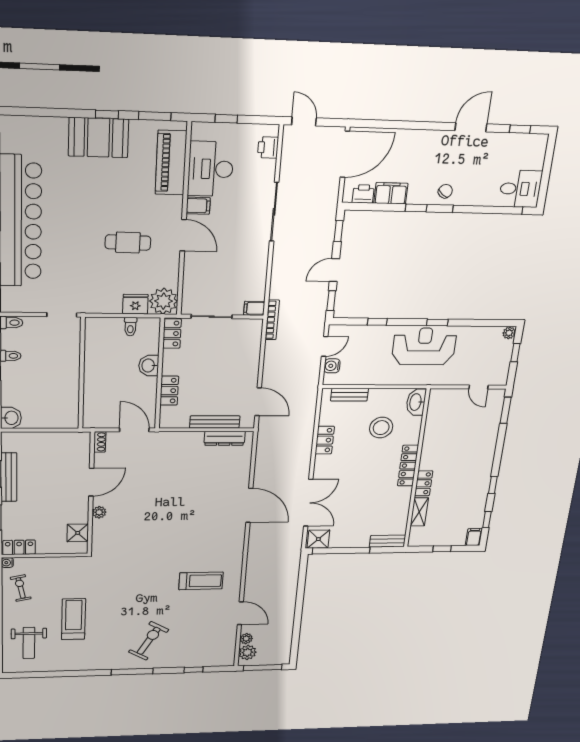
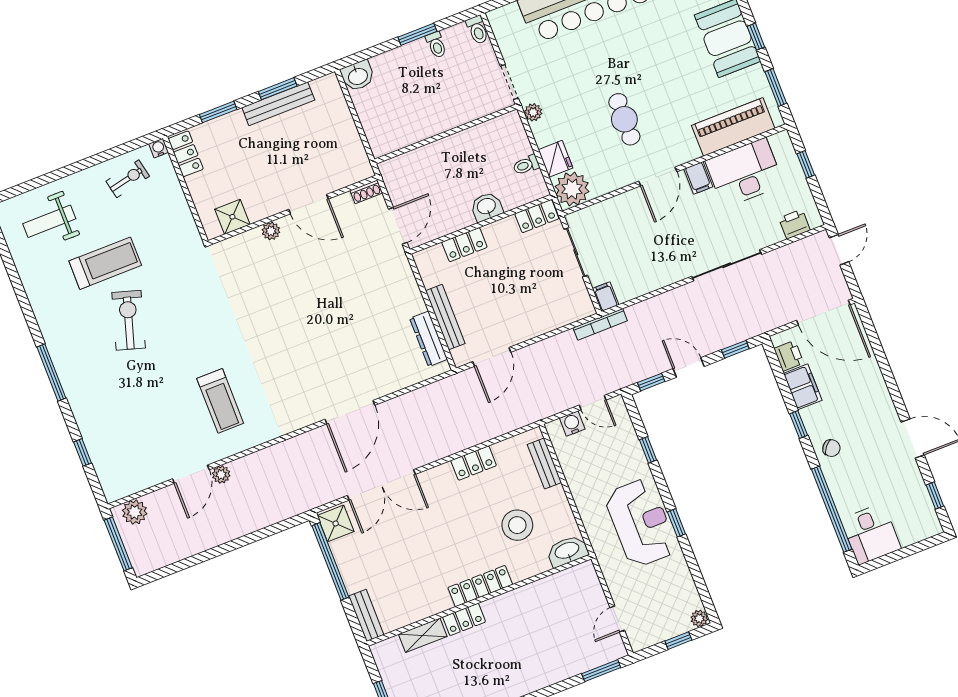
plant: (93, 307) -> (533, 112), added
plant: (246, 639) -> (221, 474), moved
exercise bike: (149, 641) -> (129, 320), moved, turned -103

